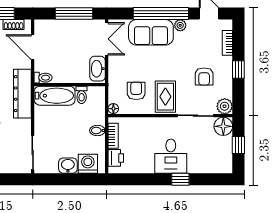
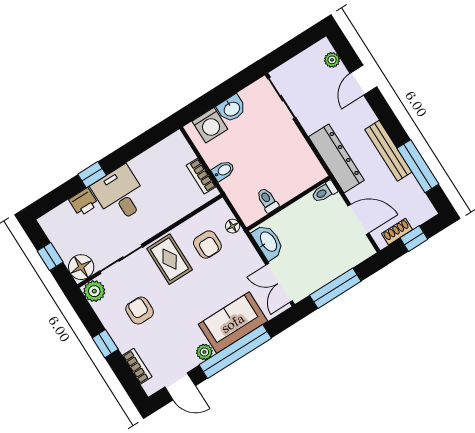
bathtub: (55, 96) -> (298, 179), removed
floor lamp: (113, 109) -> (233, 226), moved
printer: (116, 158) -> (84, 202), moved, turned -90

